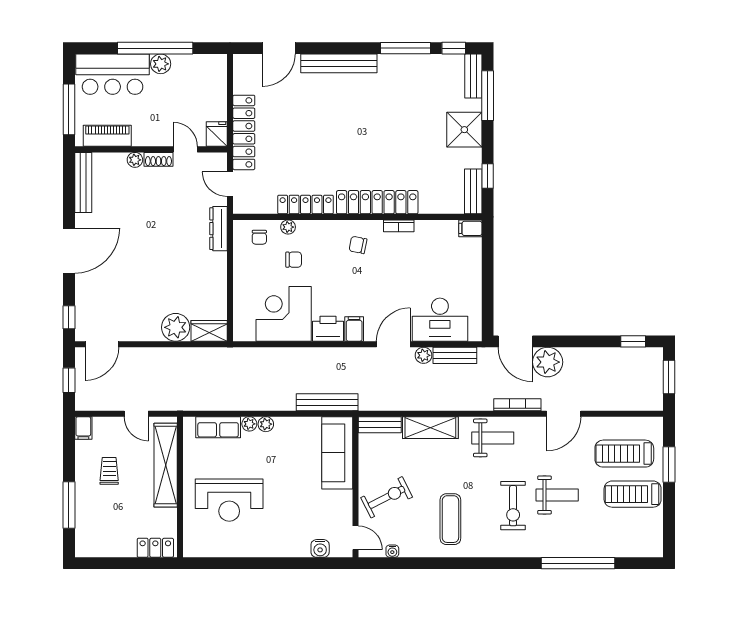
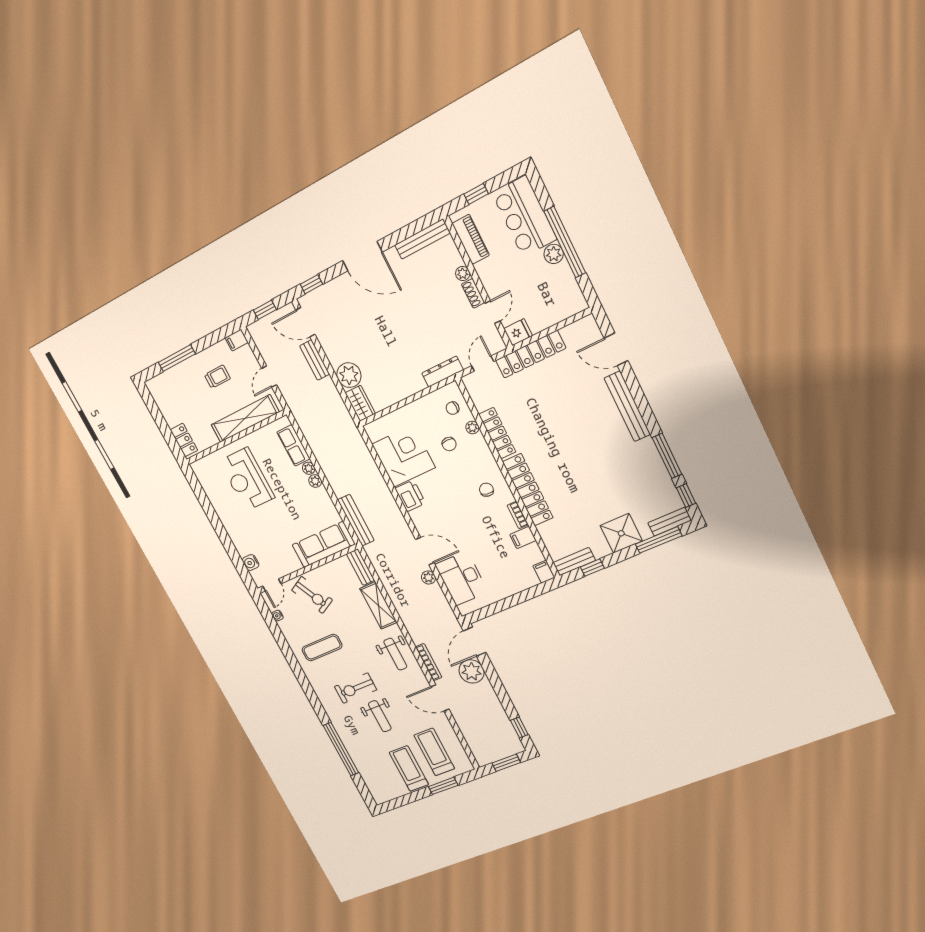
window: (69, 109) -> (476, 194), width x0.46
filing cabinet: (354, 329) -> (523, 537), moved, turned 180
bench: (455, 355) -> (315, 360), moved

